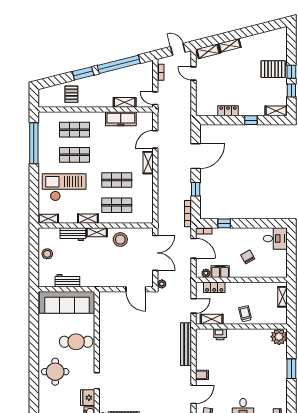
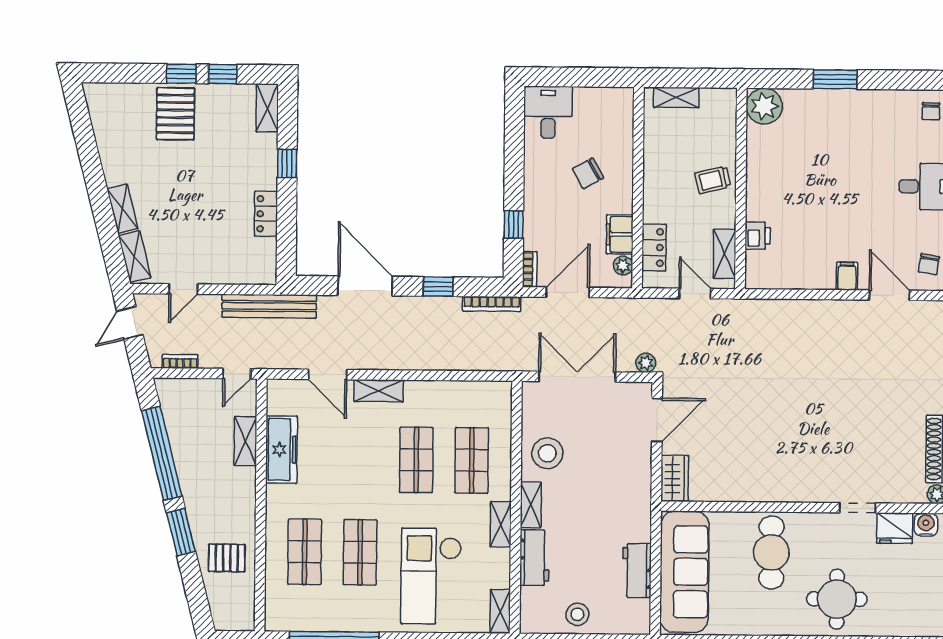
wardrobe: (109, 297) -> (675, 478), added
bench: (186, 344) -> (269, 306), moved

